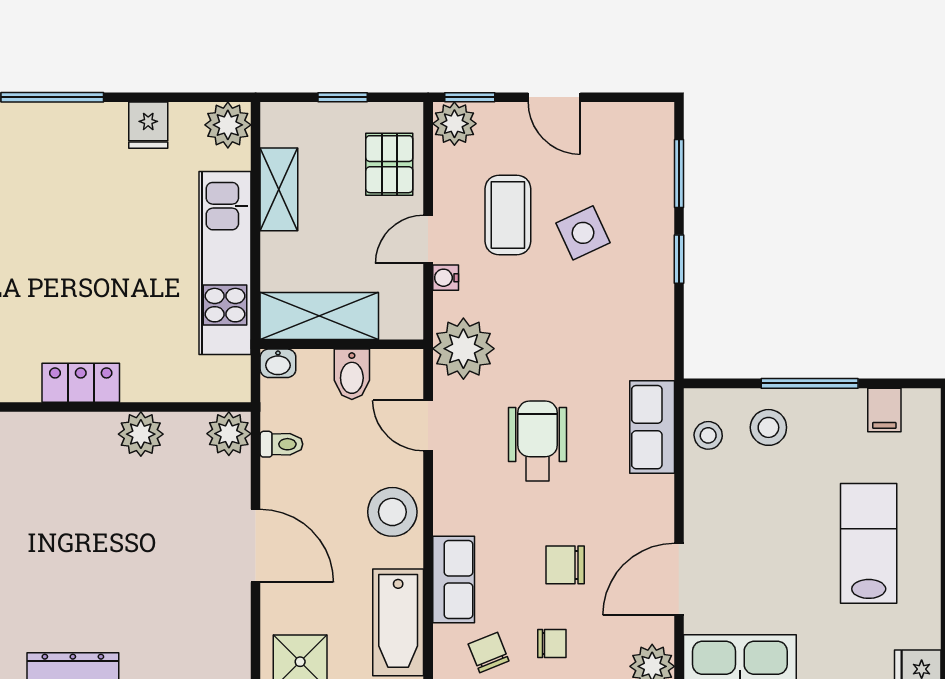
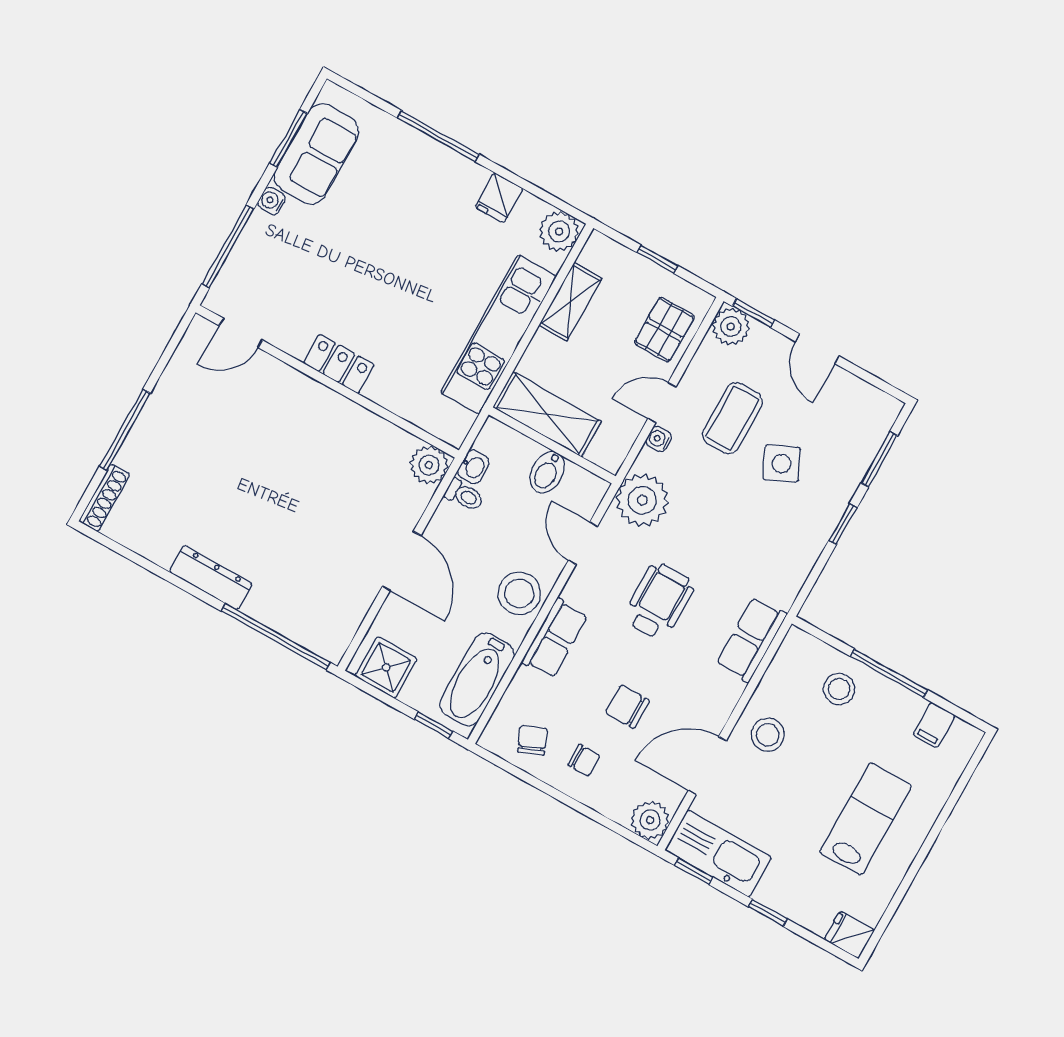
washbasin: (278, 363) -> (473, 467), moved, turned -90
plant: (141, 434) -> (362, 428), removed
stool: (708, 435) -> (768, 735), moved, width x1.37, depth x1.37
row of seats: (454, 579) -> (555, 638), moved

